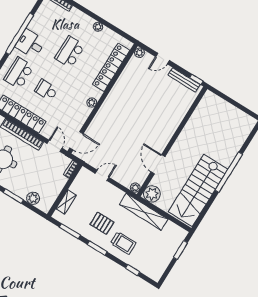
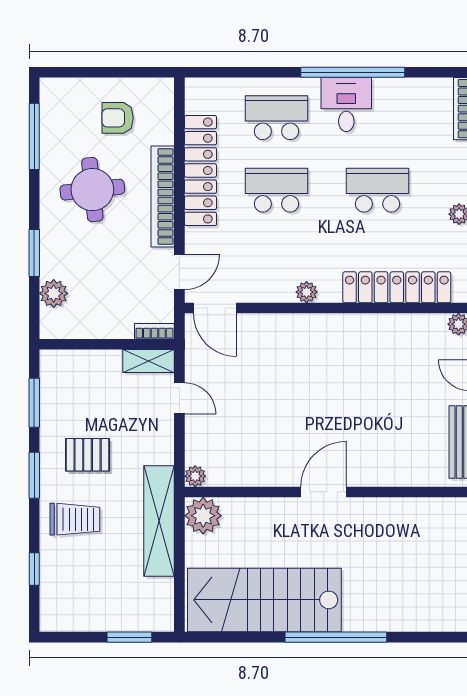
school desk: (46, 90) -> (276, 190), width x1.85
door: (158, 164) -> (324, 492), moved
shelving: (66, 202) -> (148, 361), moved
pallet: (102, 223) -> (88, 455), turned 90
trolley: (123, 243) -> (75, 519), turned -90

